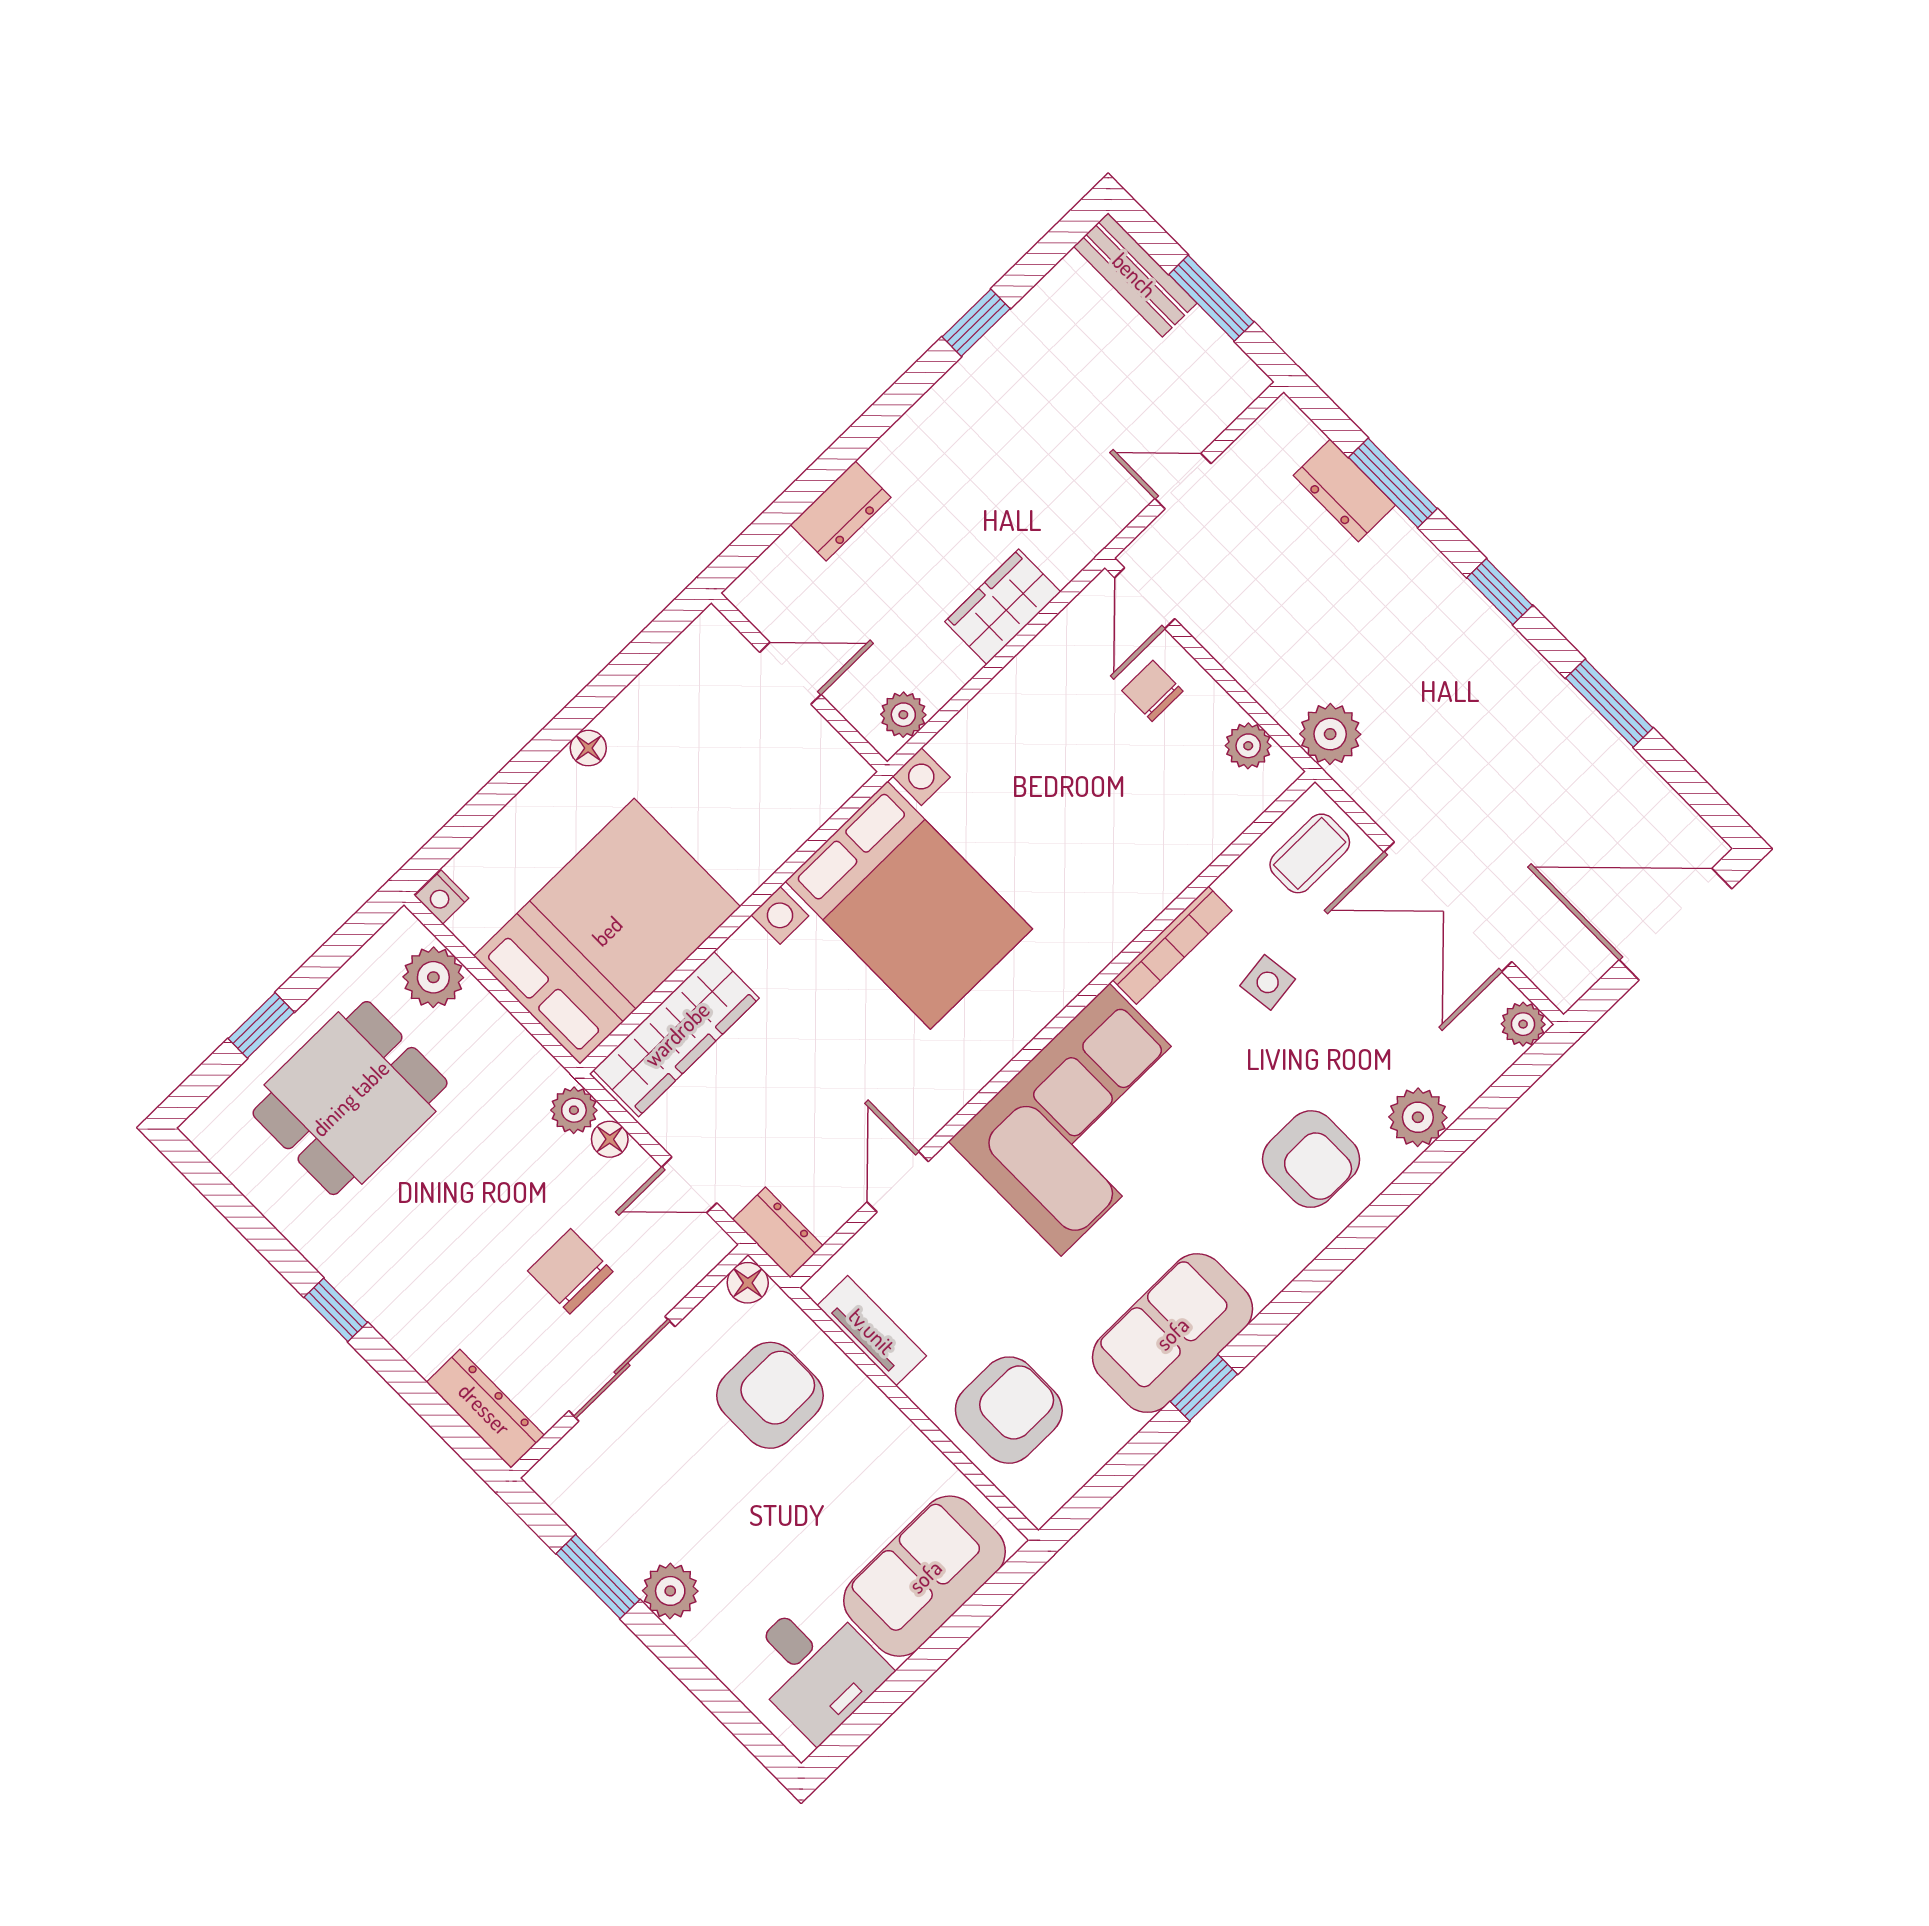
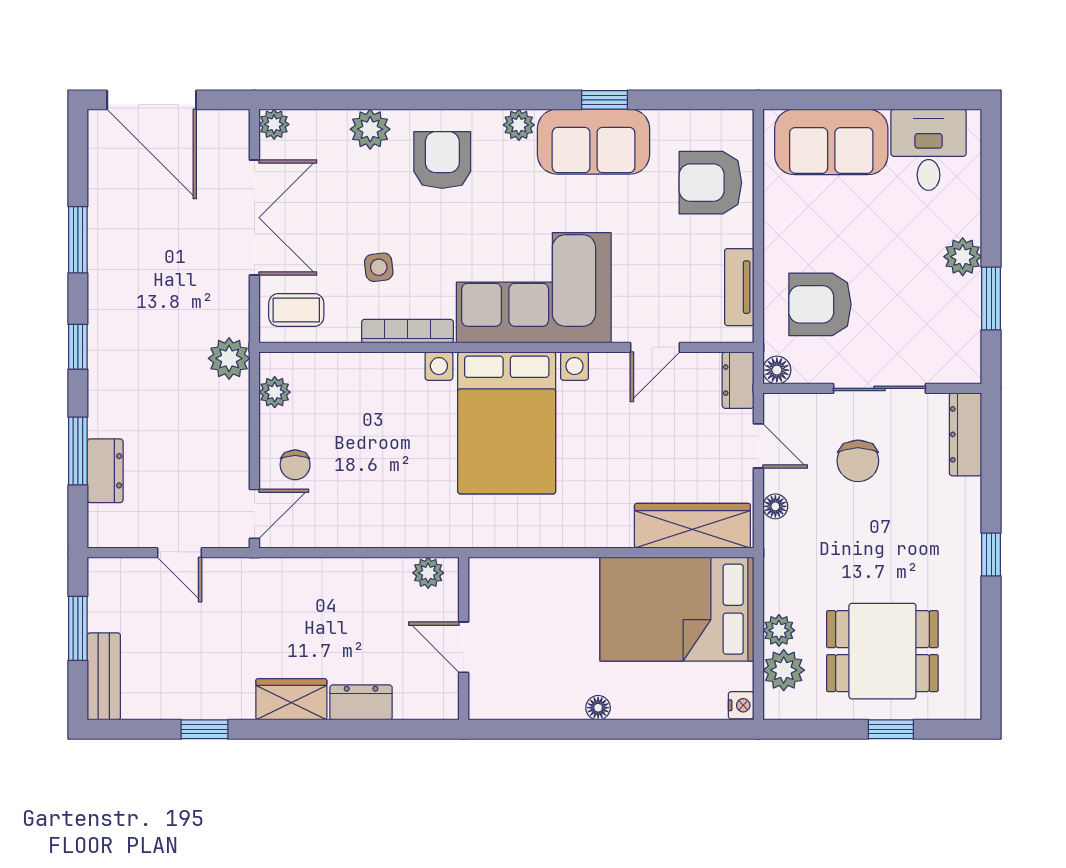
wardrobe: (1003, 607) -> (291, 699), moved, turned 180
bed with nightstands: (909, 905) -> (507, 423), moved, turned 180
plant: (574, 1110) -> (779, 630), moved
plant: (1268, 1274) -> (519, 125), added

